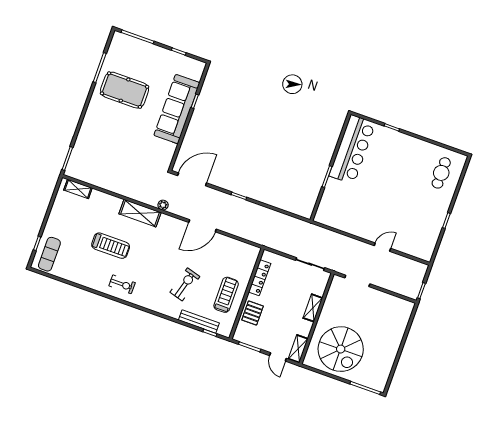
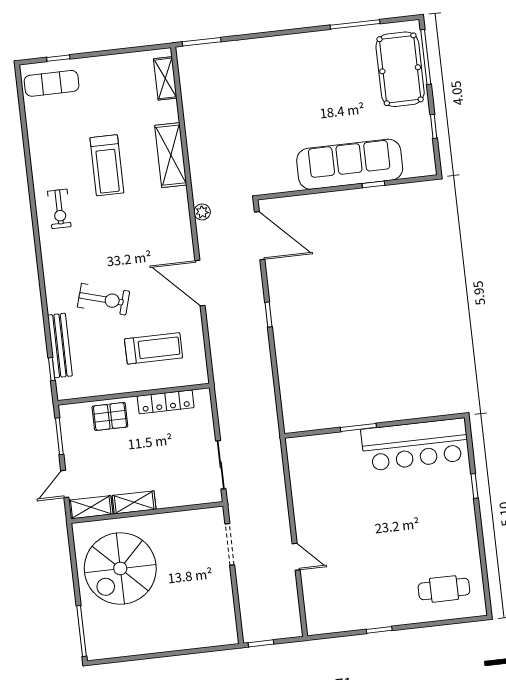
pool table: (125, 90) -> (400, 69), moved
shelving: (140, 213) -> (171, 155), moved
treadmill: (226, 295) -> (154, 348), moved
shelving: (313, 308) -> (134, 502), moved

